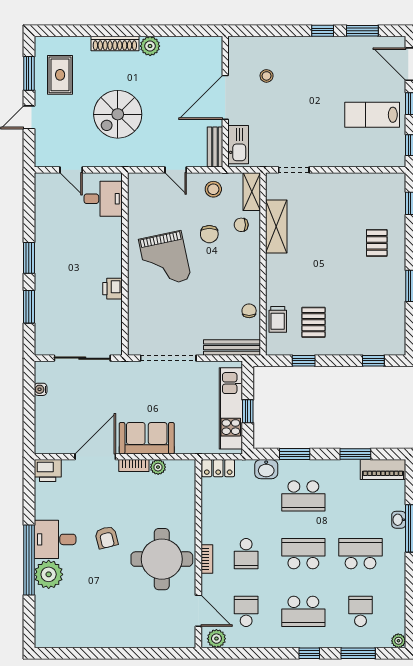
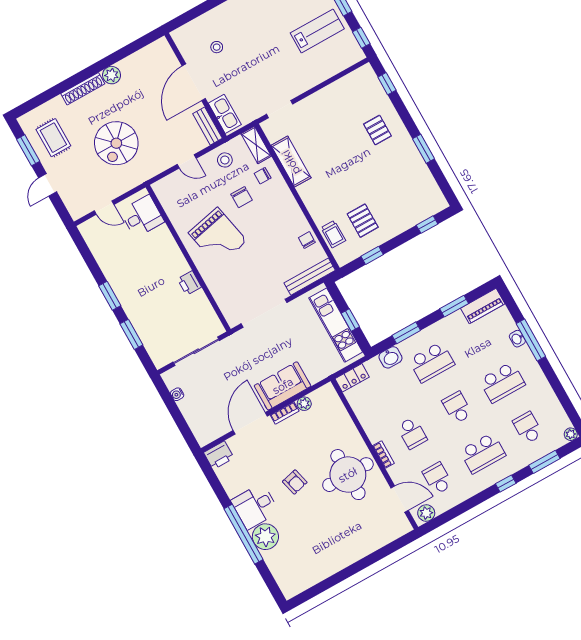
lab bench: (372, 115) -> (317, 31), turned 180
school desk: (303, 554) -> (457, 408), width x0.54
school desk: (361, 554) -> (502, 382), turned 180

